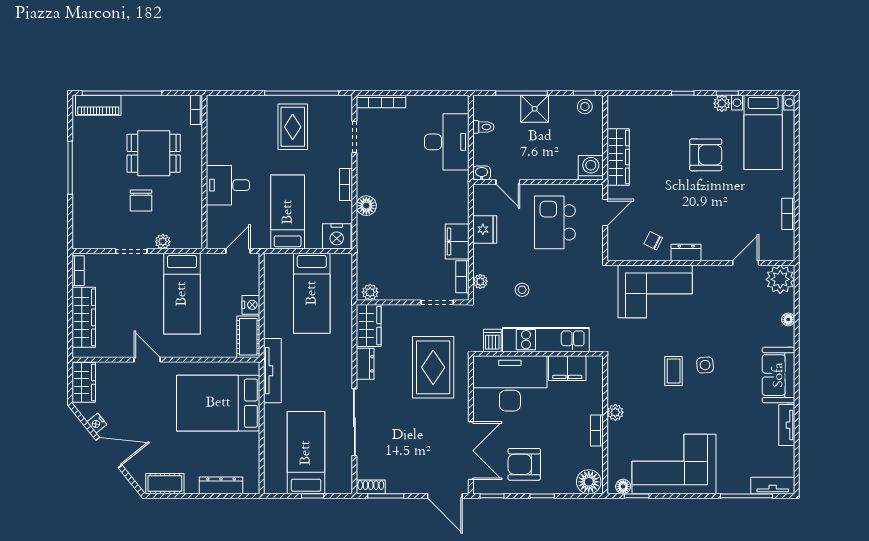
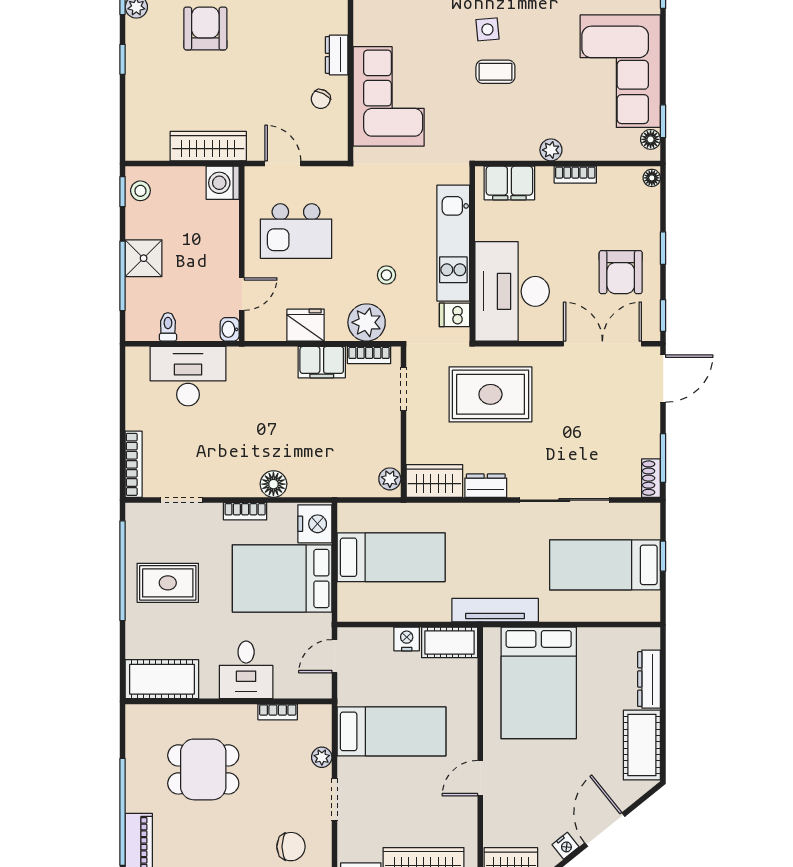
bookcase: (197, 110) -> (278, 712), moved
cot: (221, 123) -> (162, 679), added
dining table: (154, 153) -> (203, 769), turned 90
chair: (141, 201) -> (291, 847), moved
bed: (288, 212) -> (282, 578), width x1.50
door: (238, 251) -> (335, 656), hinge flipped
plant: (480, 281) -> (367, 322), width x1.87, depth x1.87
filing cabinet: (567, 368) -> (509, 183), moved, turned 90
floor lamp: (589, 482) -> (652, 178), width x0.53, depth x0.53
cot: (165, 484) -> (642, 745), width x1.37, depth x1.34

